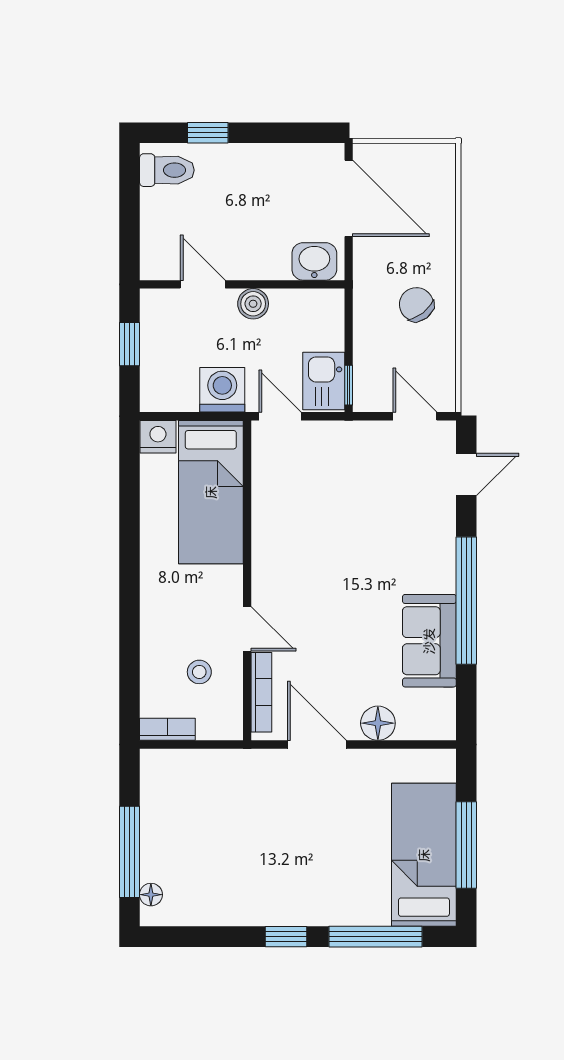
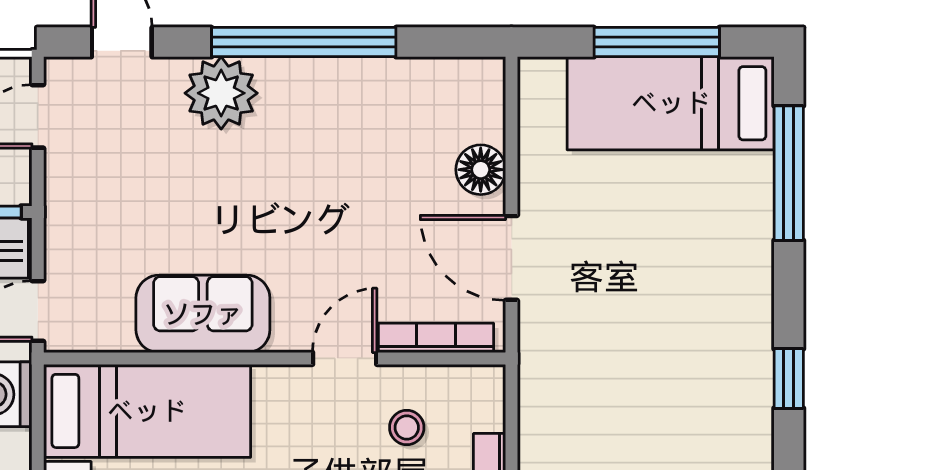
plant: (431, 543) -> (221, 93), added
sofa: (429, 641) -> (203, 314), moved, turned 180
door: (317, 744) -> (511, 258), hinge flipped
window: (286, 937) -> (789, 378), moved

